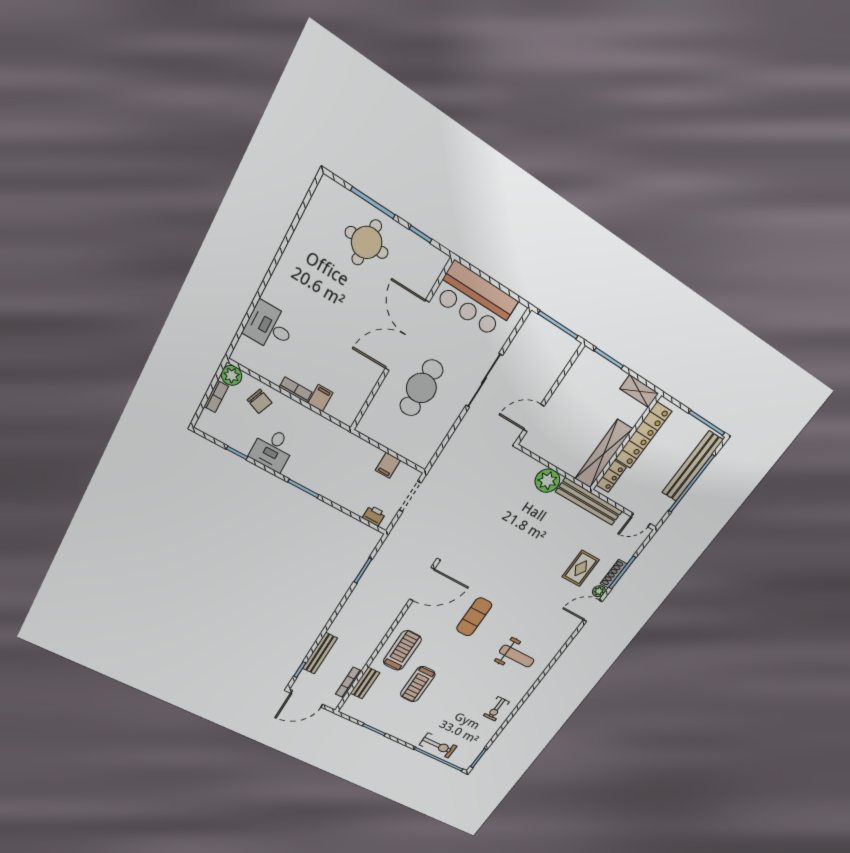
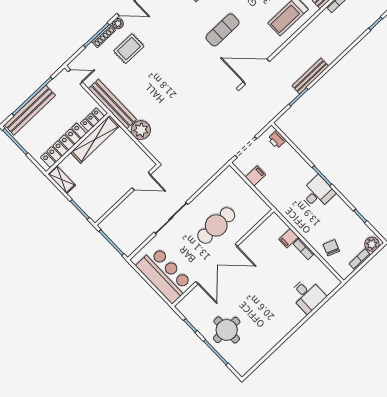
plant: (231, 375) -> (372, 244), moved
desk: (272, 449) -> (317, 193), moved
bench: (320, 653) -> (310, 76), moved

